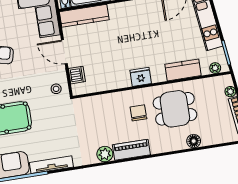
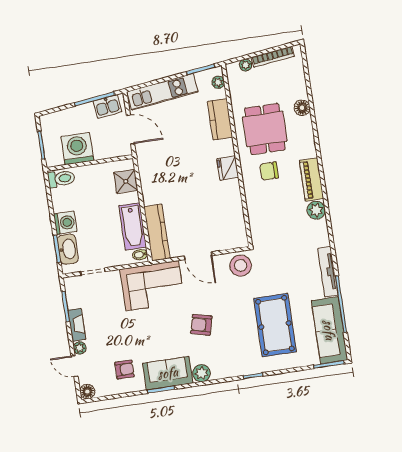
door: (64, 52) -> (198, 256), hinge flipped
dishwasher: (77, 75) -> (225, 242), removed
stool: (56, 89) -> (241, 266), width x1.89, depth x1.89

